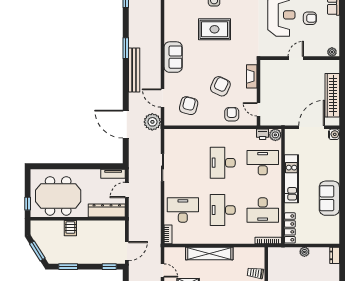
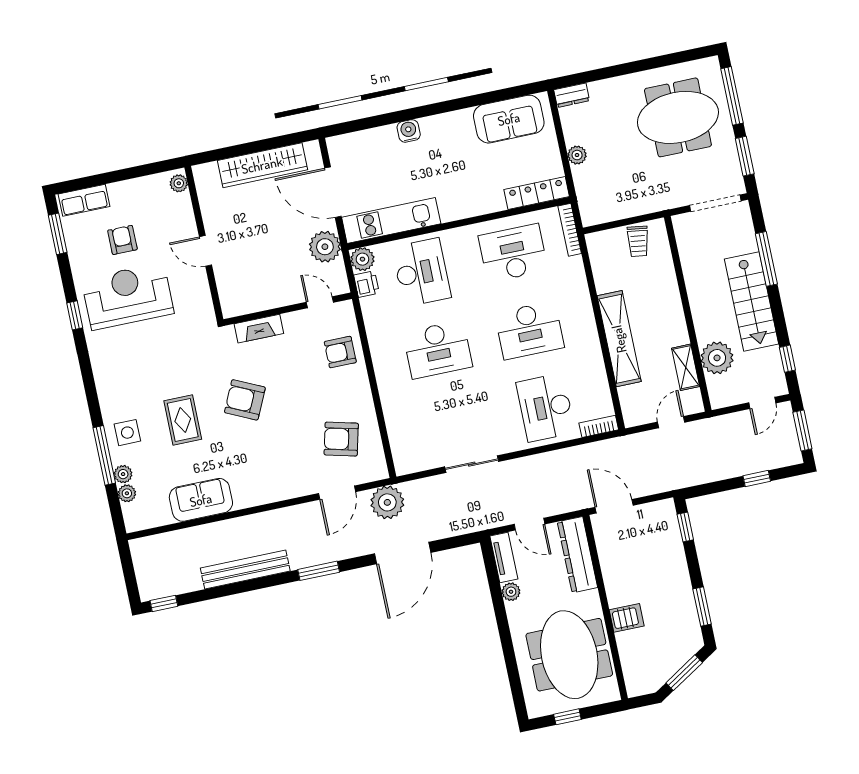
rug: (215, 29) -> (183, 420), width x0.73, depth x0.70
window: (126, 48) -> (319, 571), moved
sofa: (173, 57) -> (201, 500), moved
bench: (134, 70) -> (245, 570), moved
armchair: (220, 86) -> (245, 400), moved
door: (258, 109) -> (320, 302), swing flipped
plant: (285, 118) -> (325, 247), added
water cooler: (334, 134) -> (409, 131), moved
desk: (263, 163) -> (421, 272), turned 180
plant: (95, 174) -> (511, 592), added
kitchen unit: (291, 179) -> (391, 220), moved
sofa: (329, 198) -> (509, 119), moved
window: (28, 204) -> (567, 717), moved
desk: (263, 210) -> (513, 253), turned -90
door: (127, 251) -> (614, 506), moved

